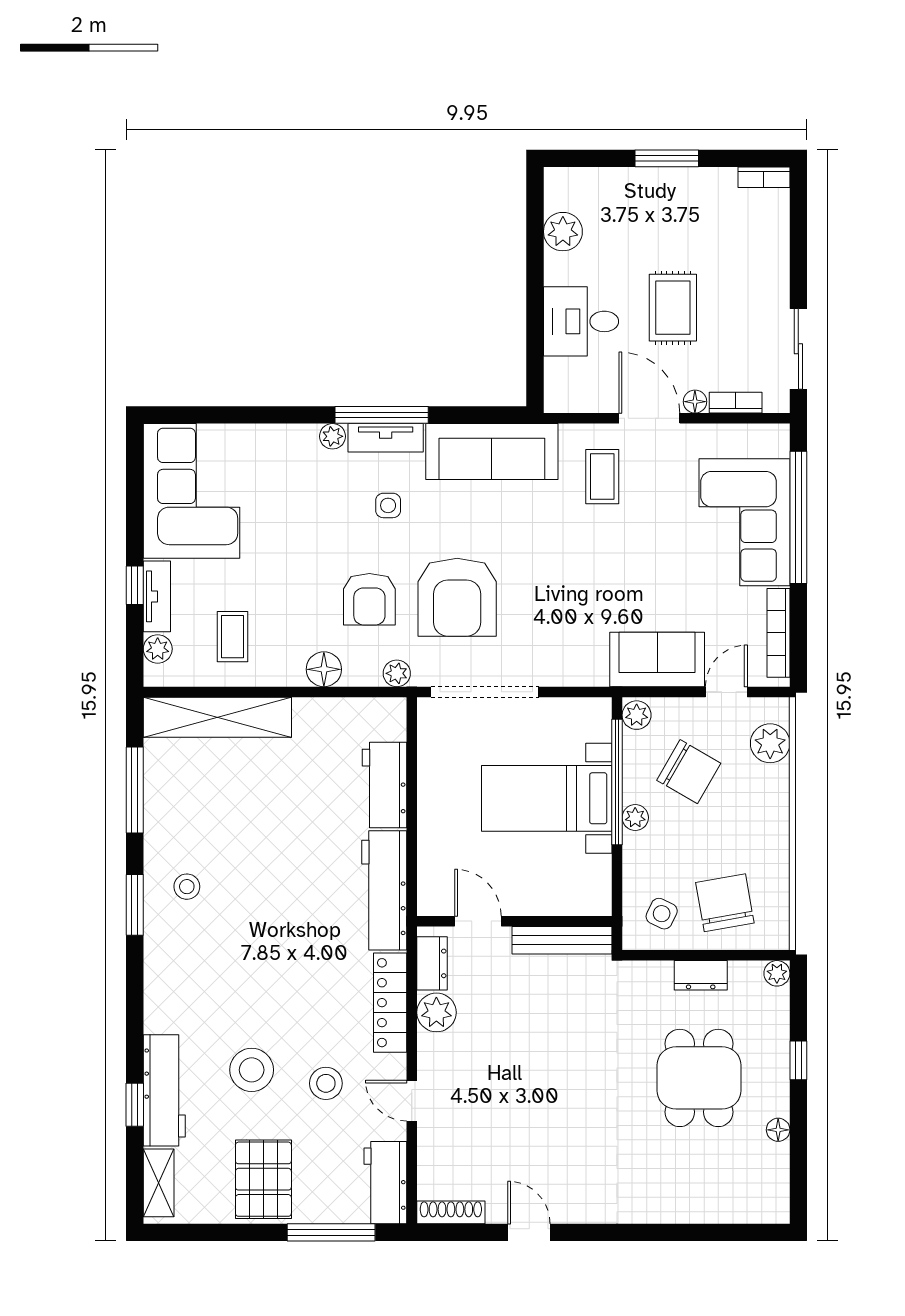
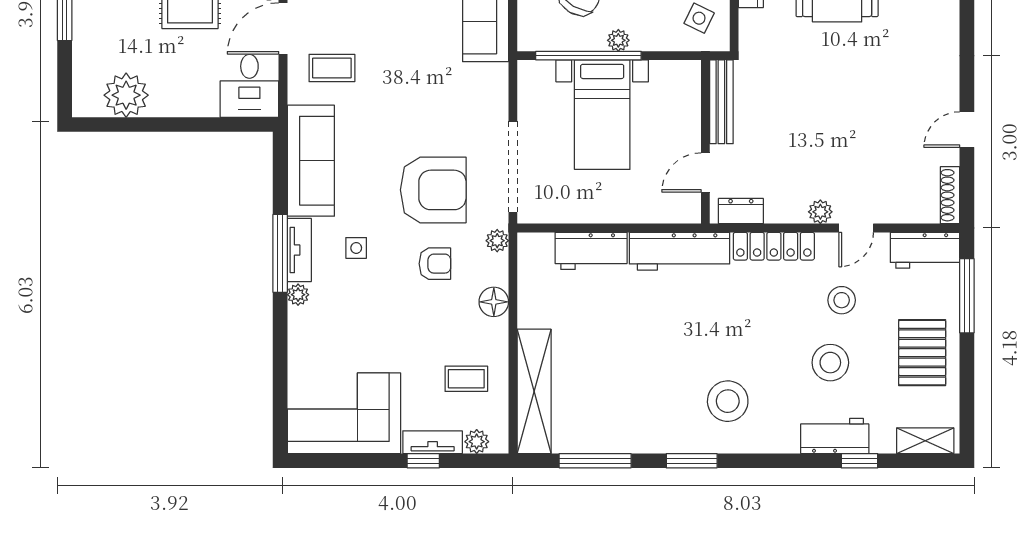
plant: (563, 232) -> (126, 95), width x1.36, depth x1.36
desk: (581, 321) -> (249, 86), moved
armchair: (369, 599) -> (435, 264), width x0.72, depth x0.72
plant: (637, 715) -> (532, 39), removed
stool: (187, 887) -> (728, 401), moved, width x1.89, depth x1.89
plant: (436, 1012) -> (820, 212), moved, width x0.73, depth x0.73
workbench: (164, 1090) -> (835, 436), width x0.73
pallet: (263, 1179) -> (922, 353), turned 90

